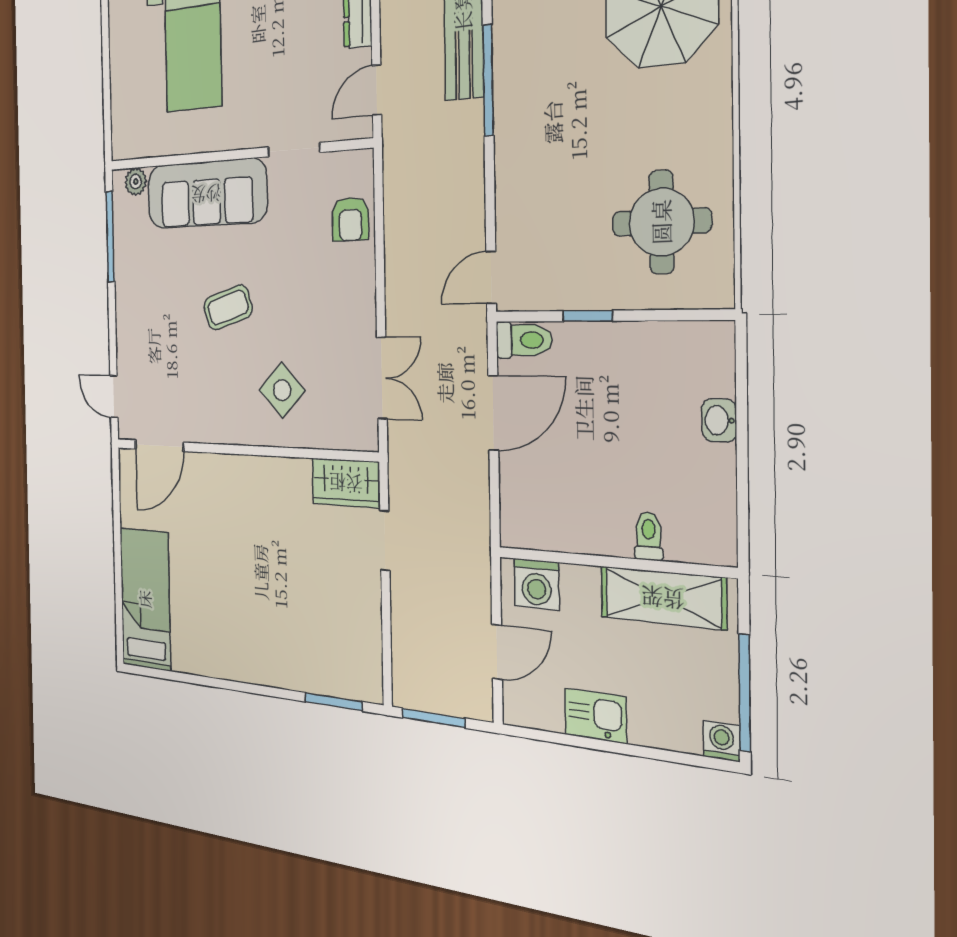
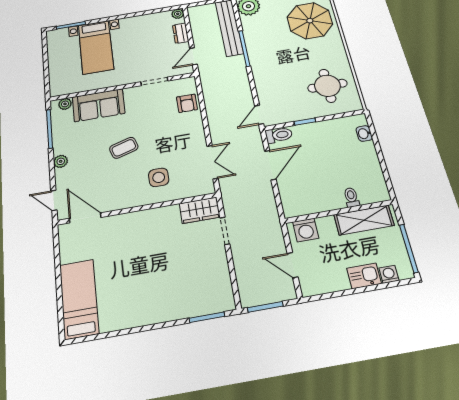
sofa: (206, 194) -> (99, 105), width x0.73
plant: (126, 315) -> (61, 161), added
side table: (282, 390) -> (159, 177), turned 45
washbasin: (719, 420) -> (364, 134), moved
door: (159, 446) -> (85, 218), swing flipped
door: (497, 652) -> (293, 265), swing flipped
kitchen sink: (595, 716) -> (364, 276), moved
washing machine: (722, 741) -> (389, 274), moved

